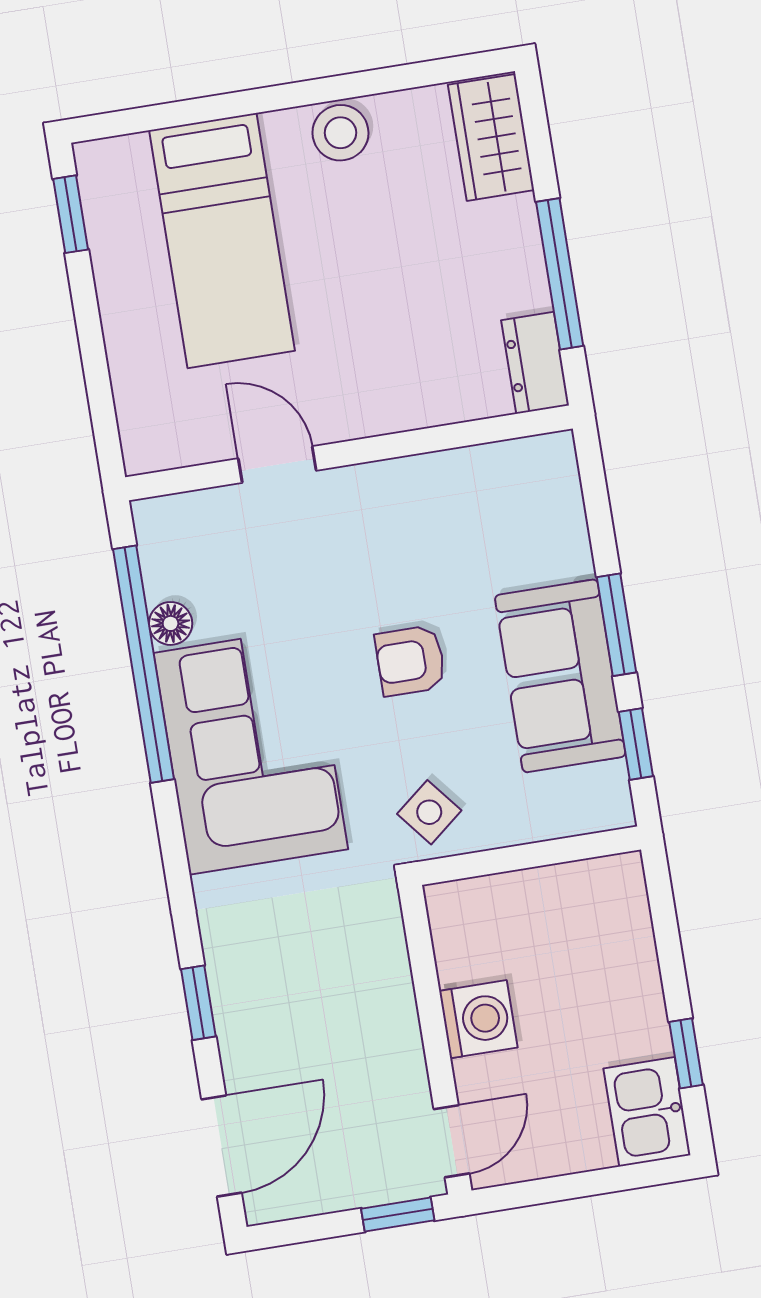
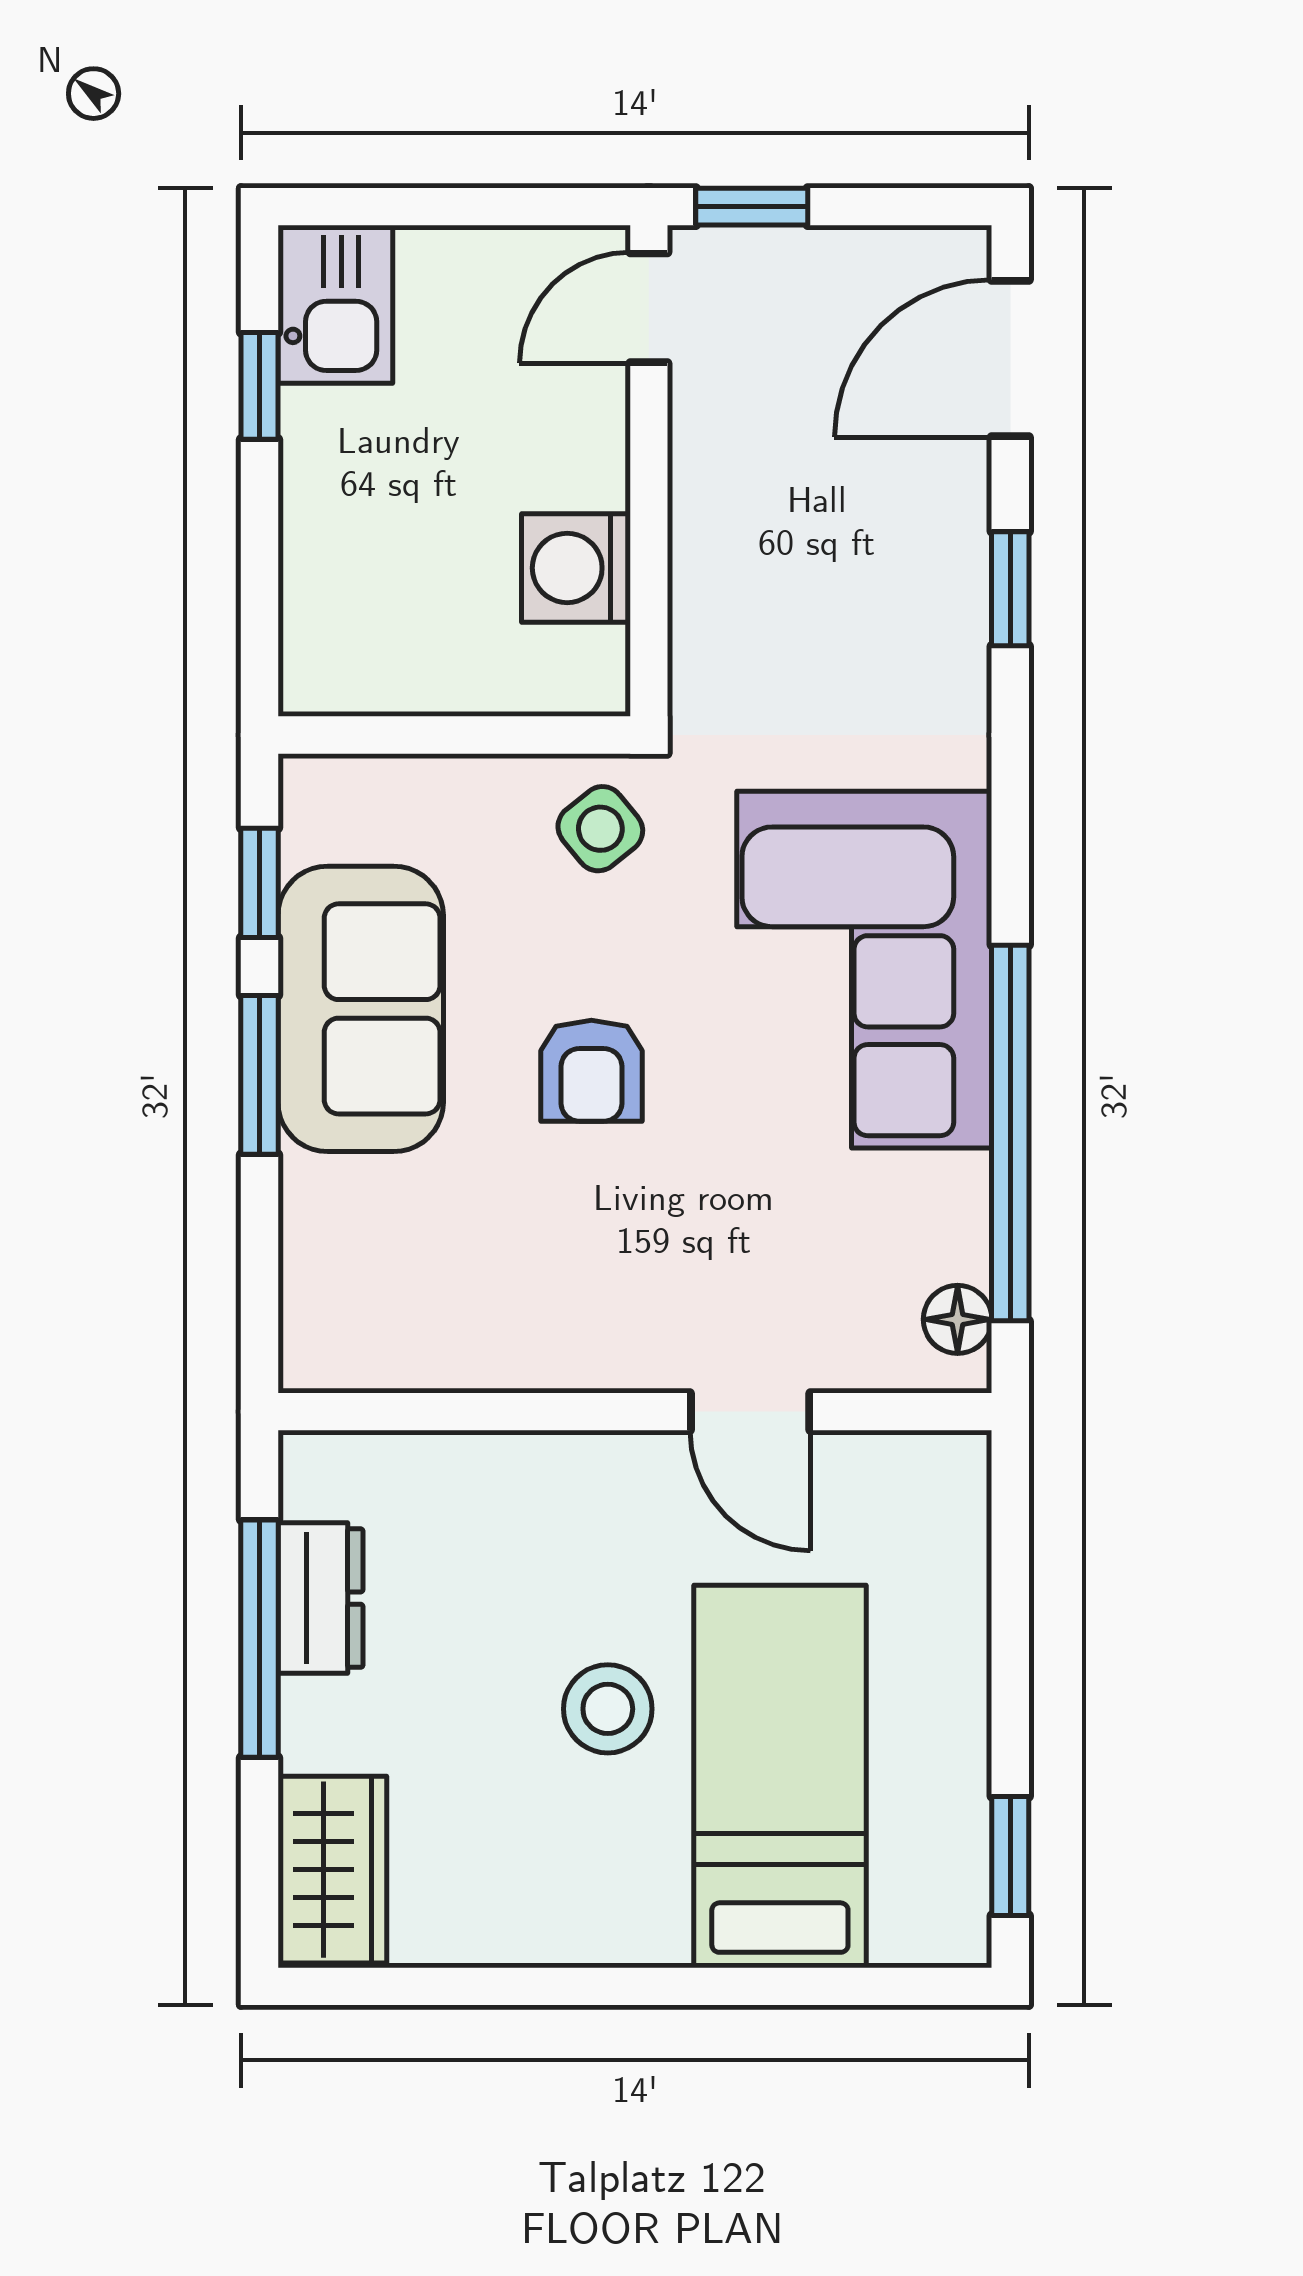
stool: (340, 133) -> (608, 1709), moved
dresser: (535, 363) -> (320, 1598), moved
floor lamp: (171, 623) -> (958, 1319), moved
armchair: (410, 661) -> (591, 1071), turned 90
washing machine: (478, 1019) -> (576, 568), moved

